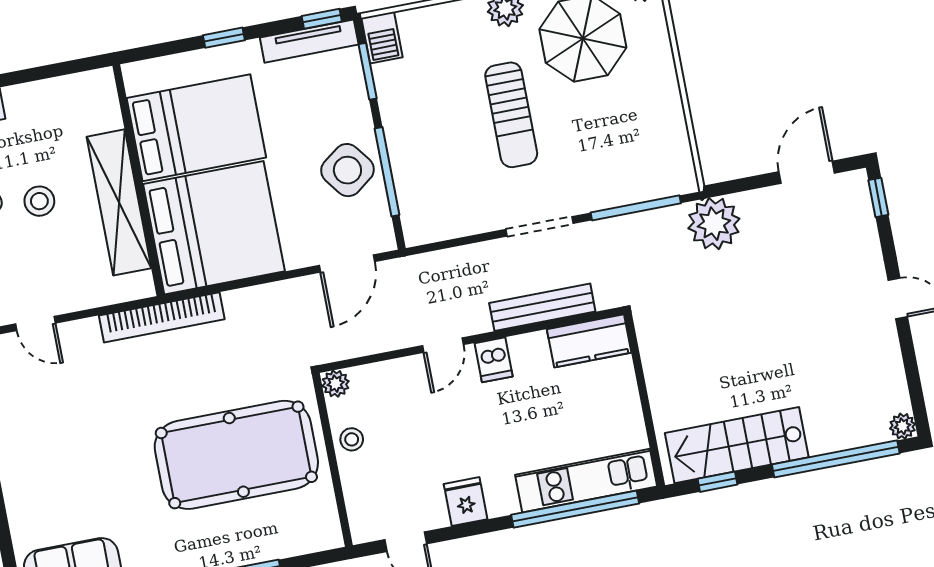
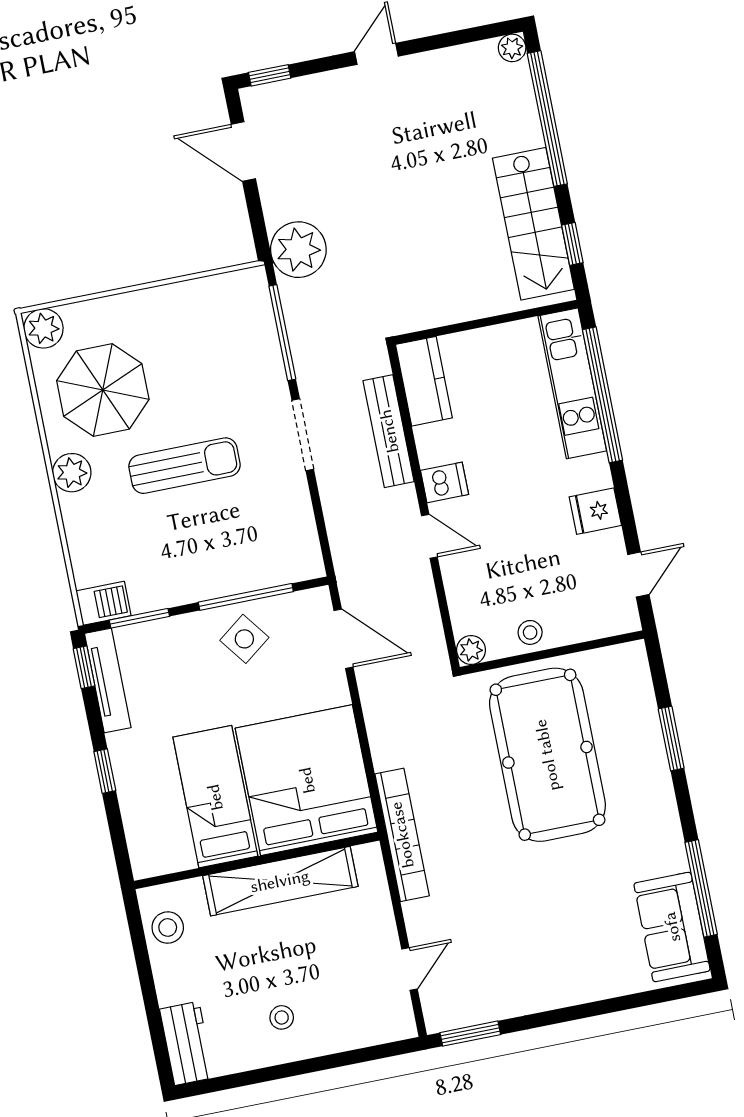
bed: (196, 128) -> (215, 797), width x0.67
side table: (347, 170) -> (244, 639), width x0.73, depth x0.73
stool: (39, 201) -> (168, 927), moved

